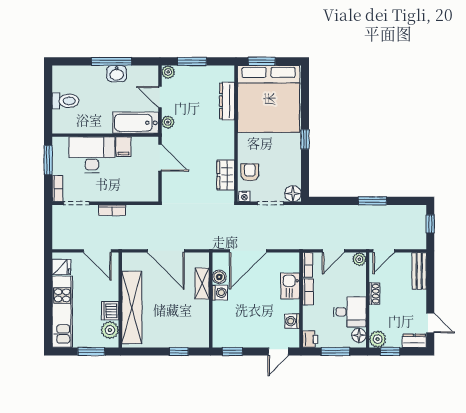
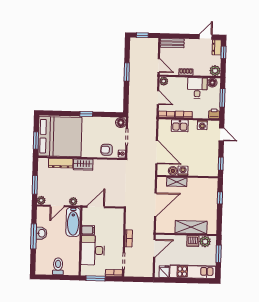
wardrobe: (226, 175) -> (83, 165), moved
shelving: (132, 307) -> (191, 227), width x0.68
window: (390, 352) -> (223, 52), moved

